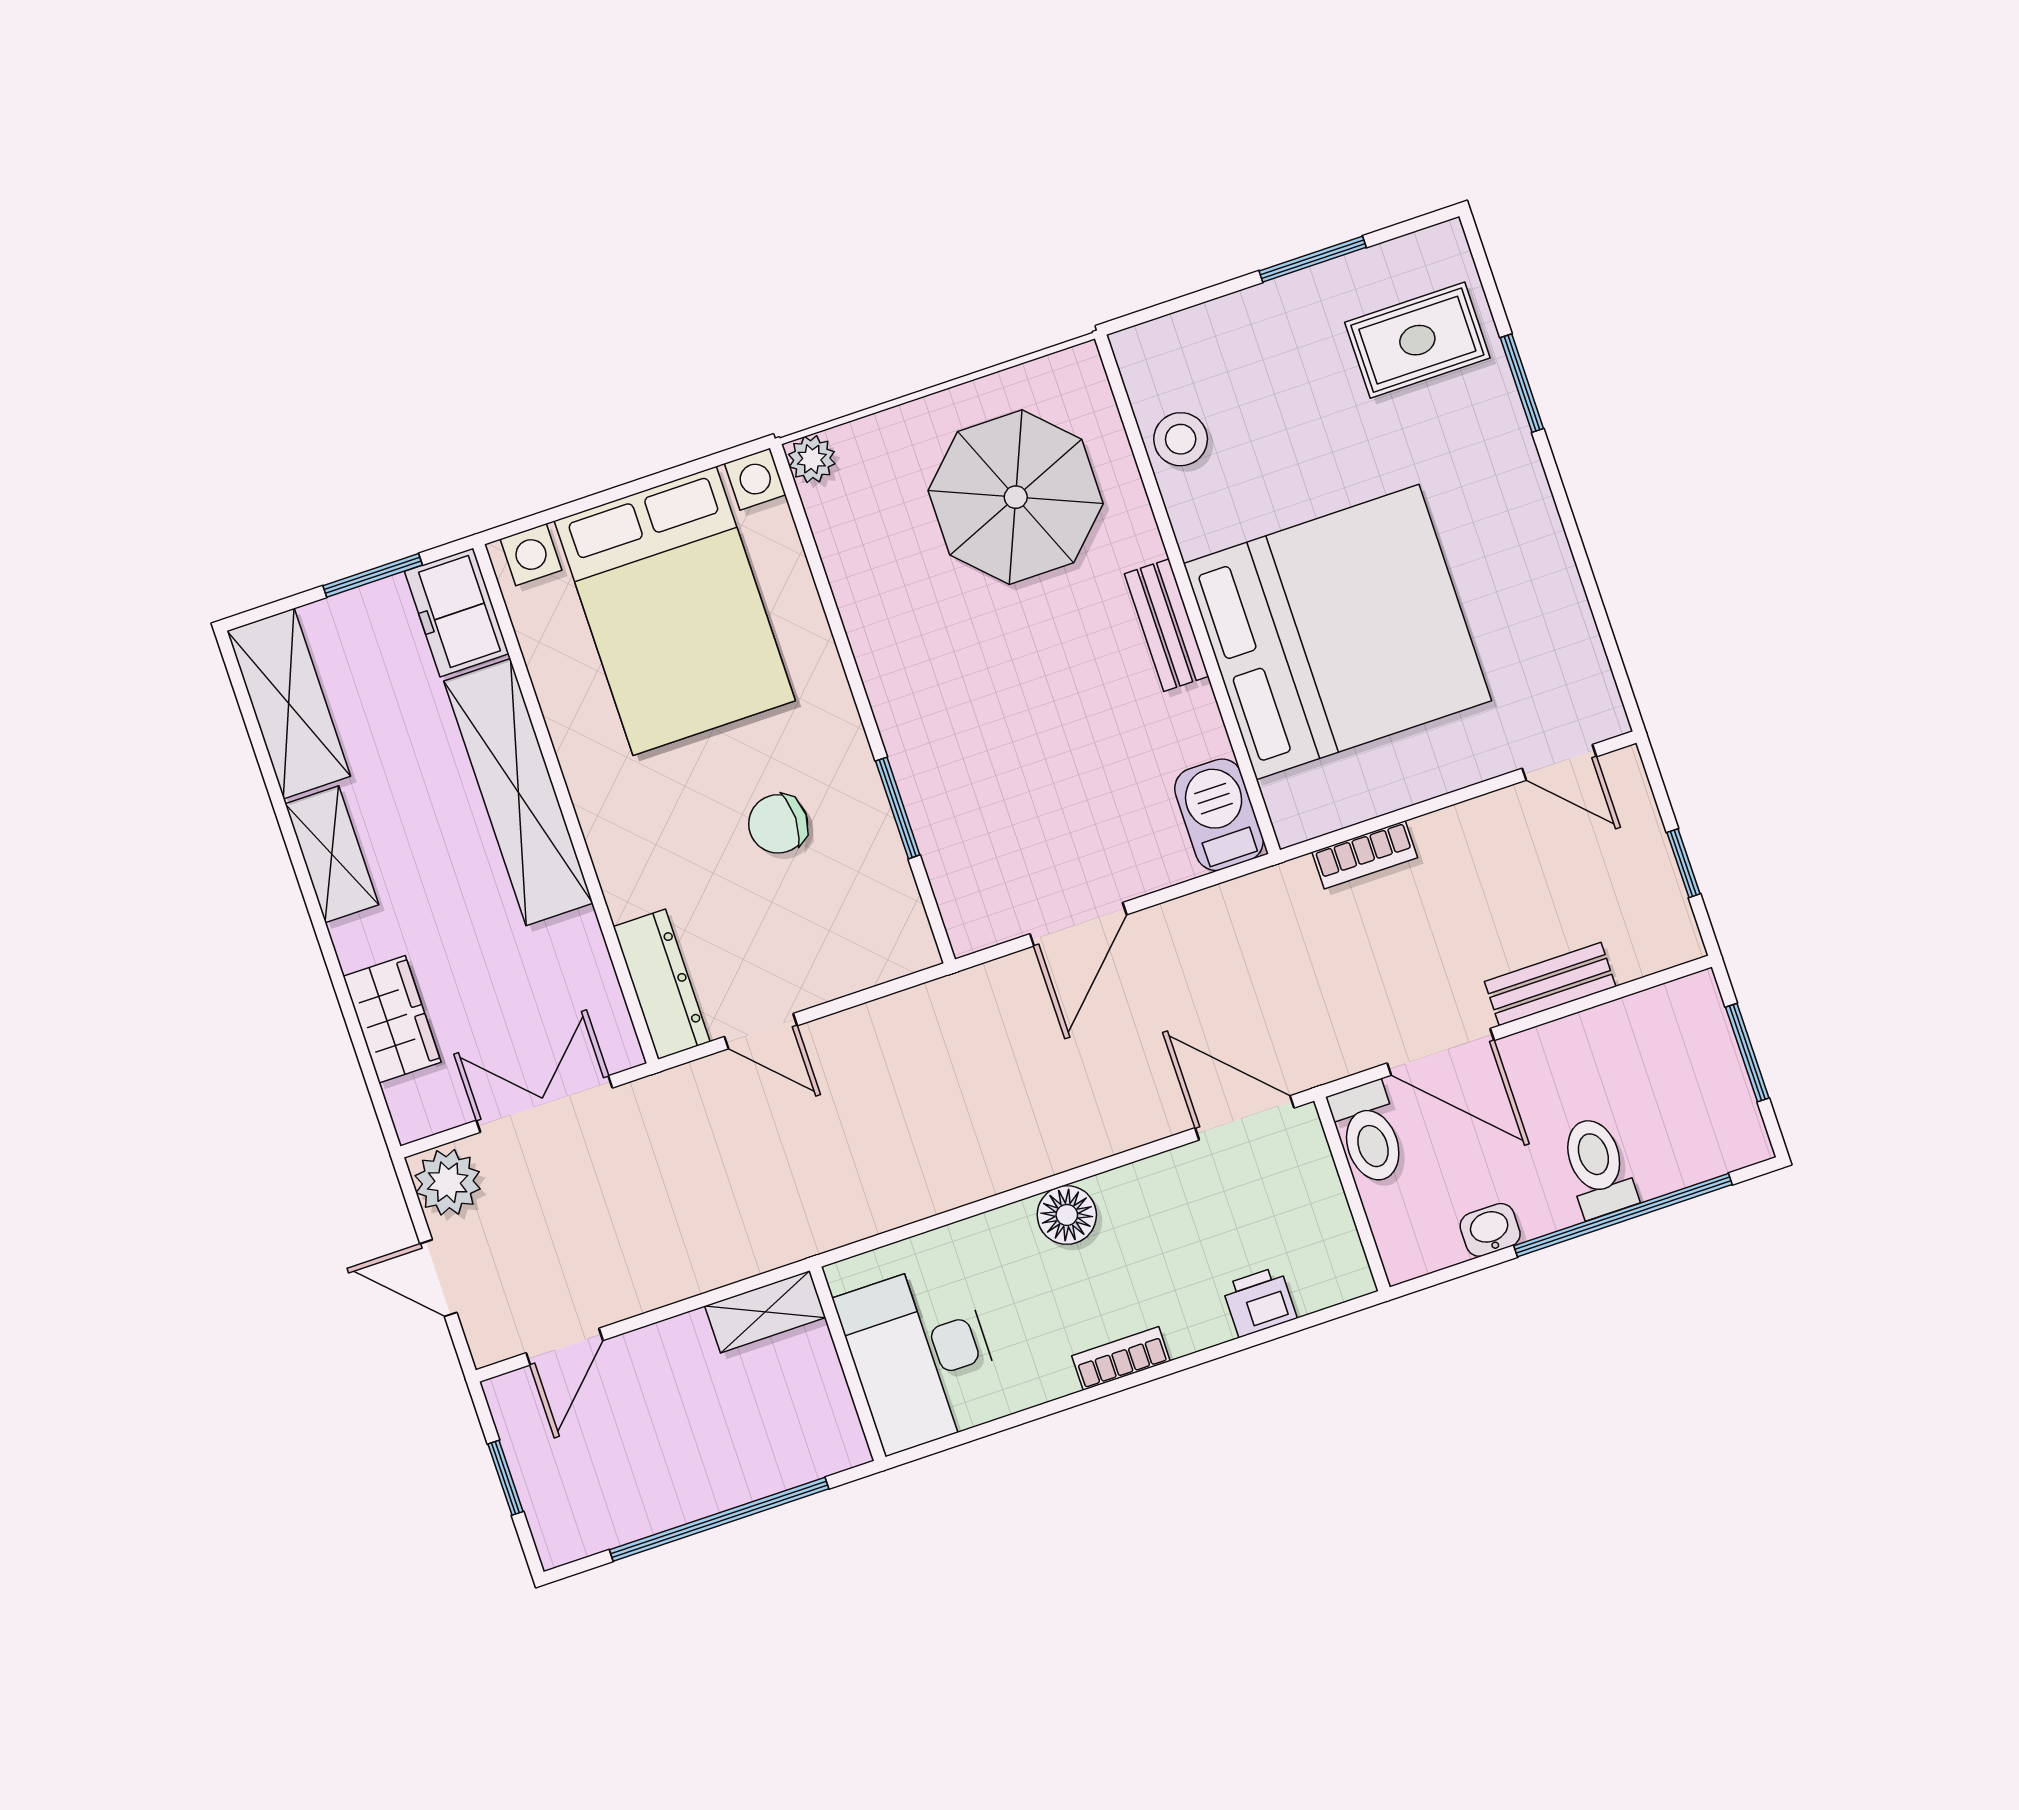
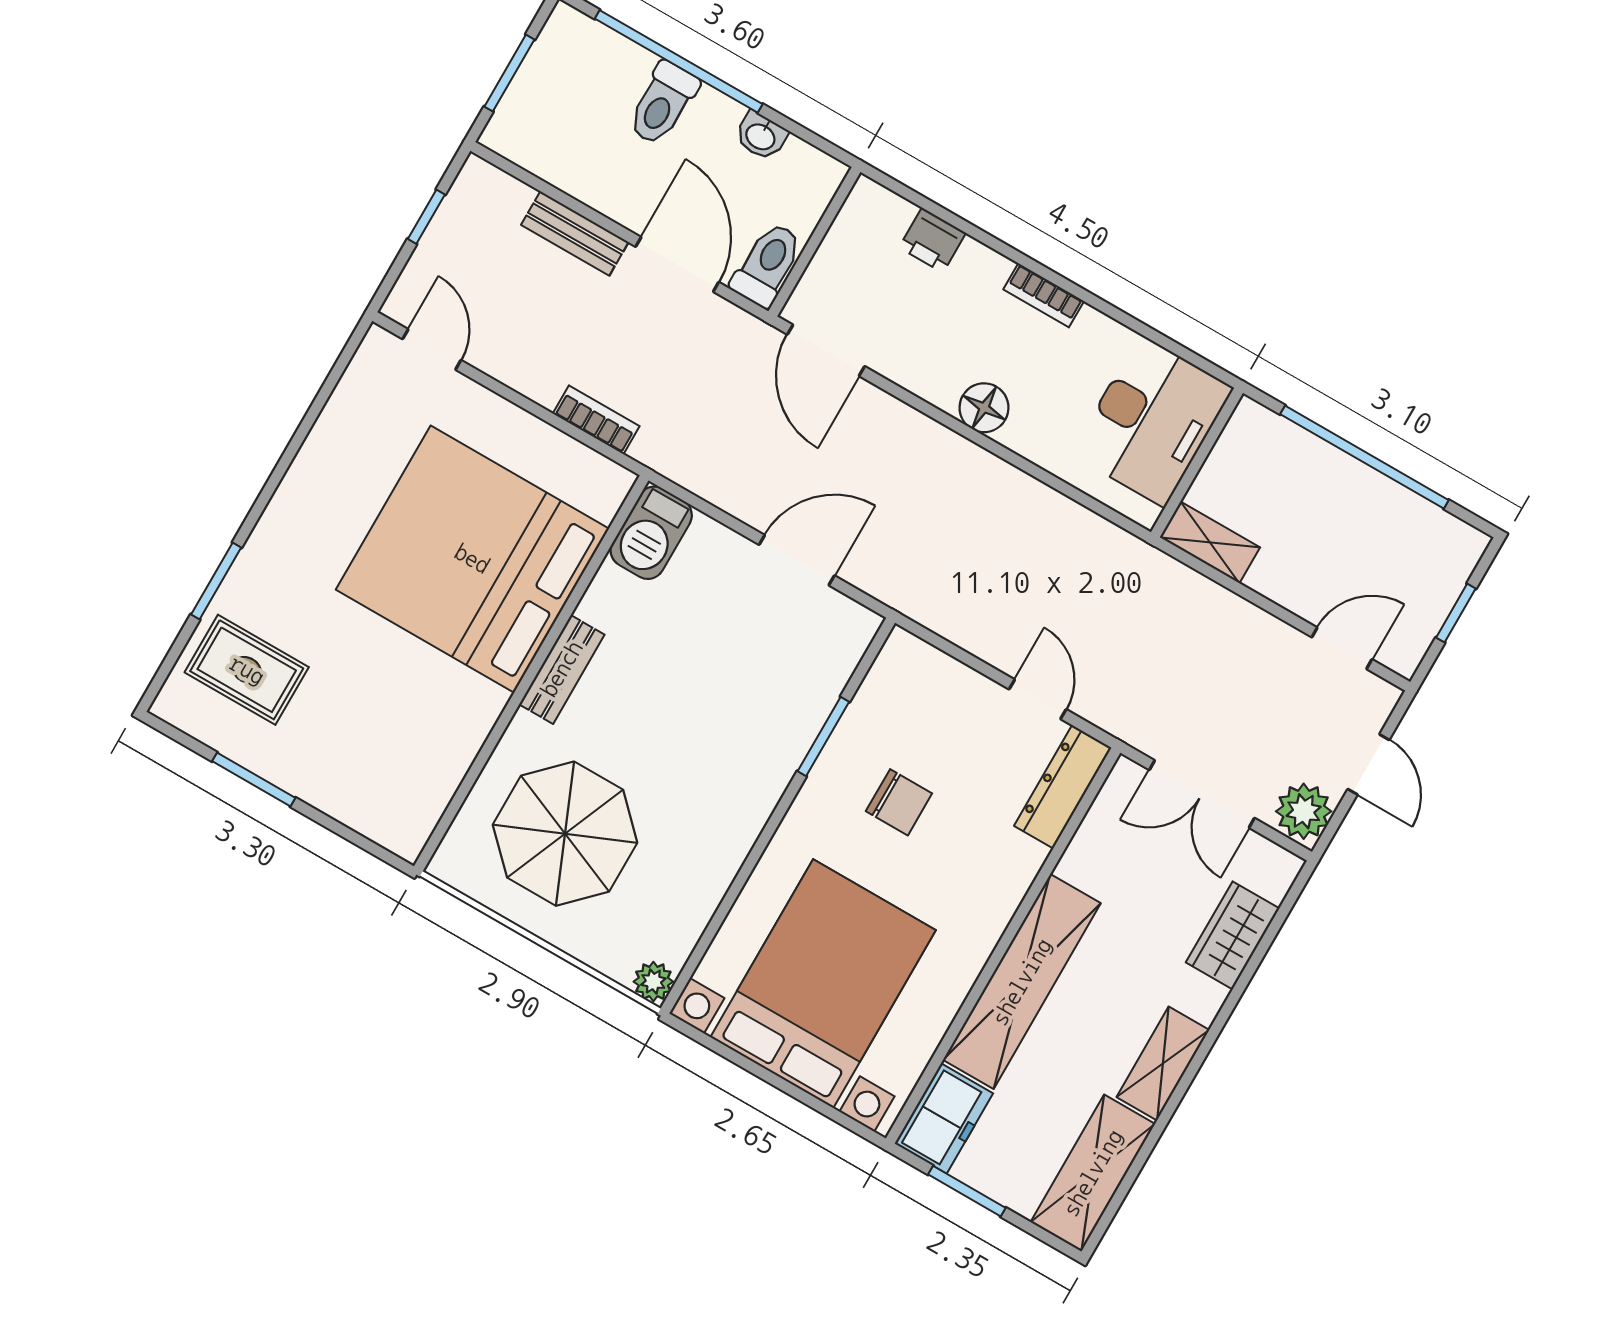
stool: (1181, 439) -> (438, 763), removed

